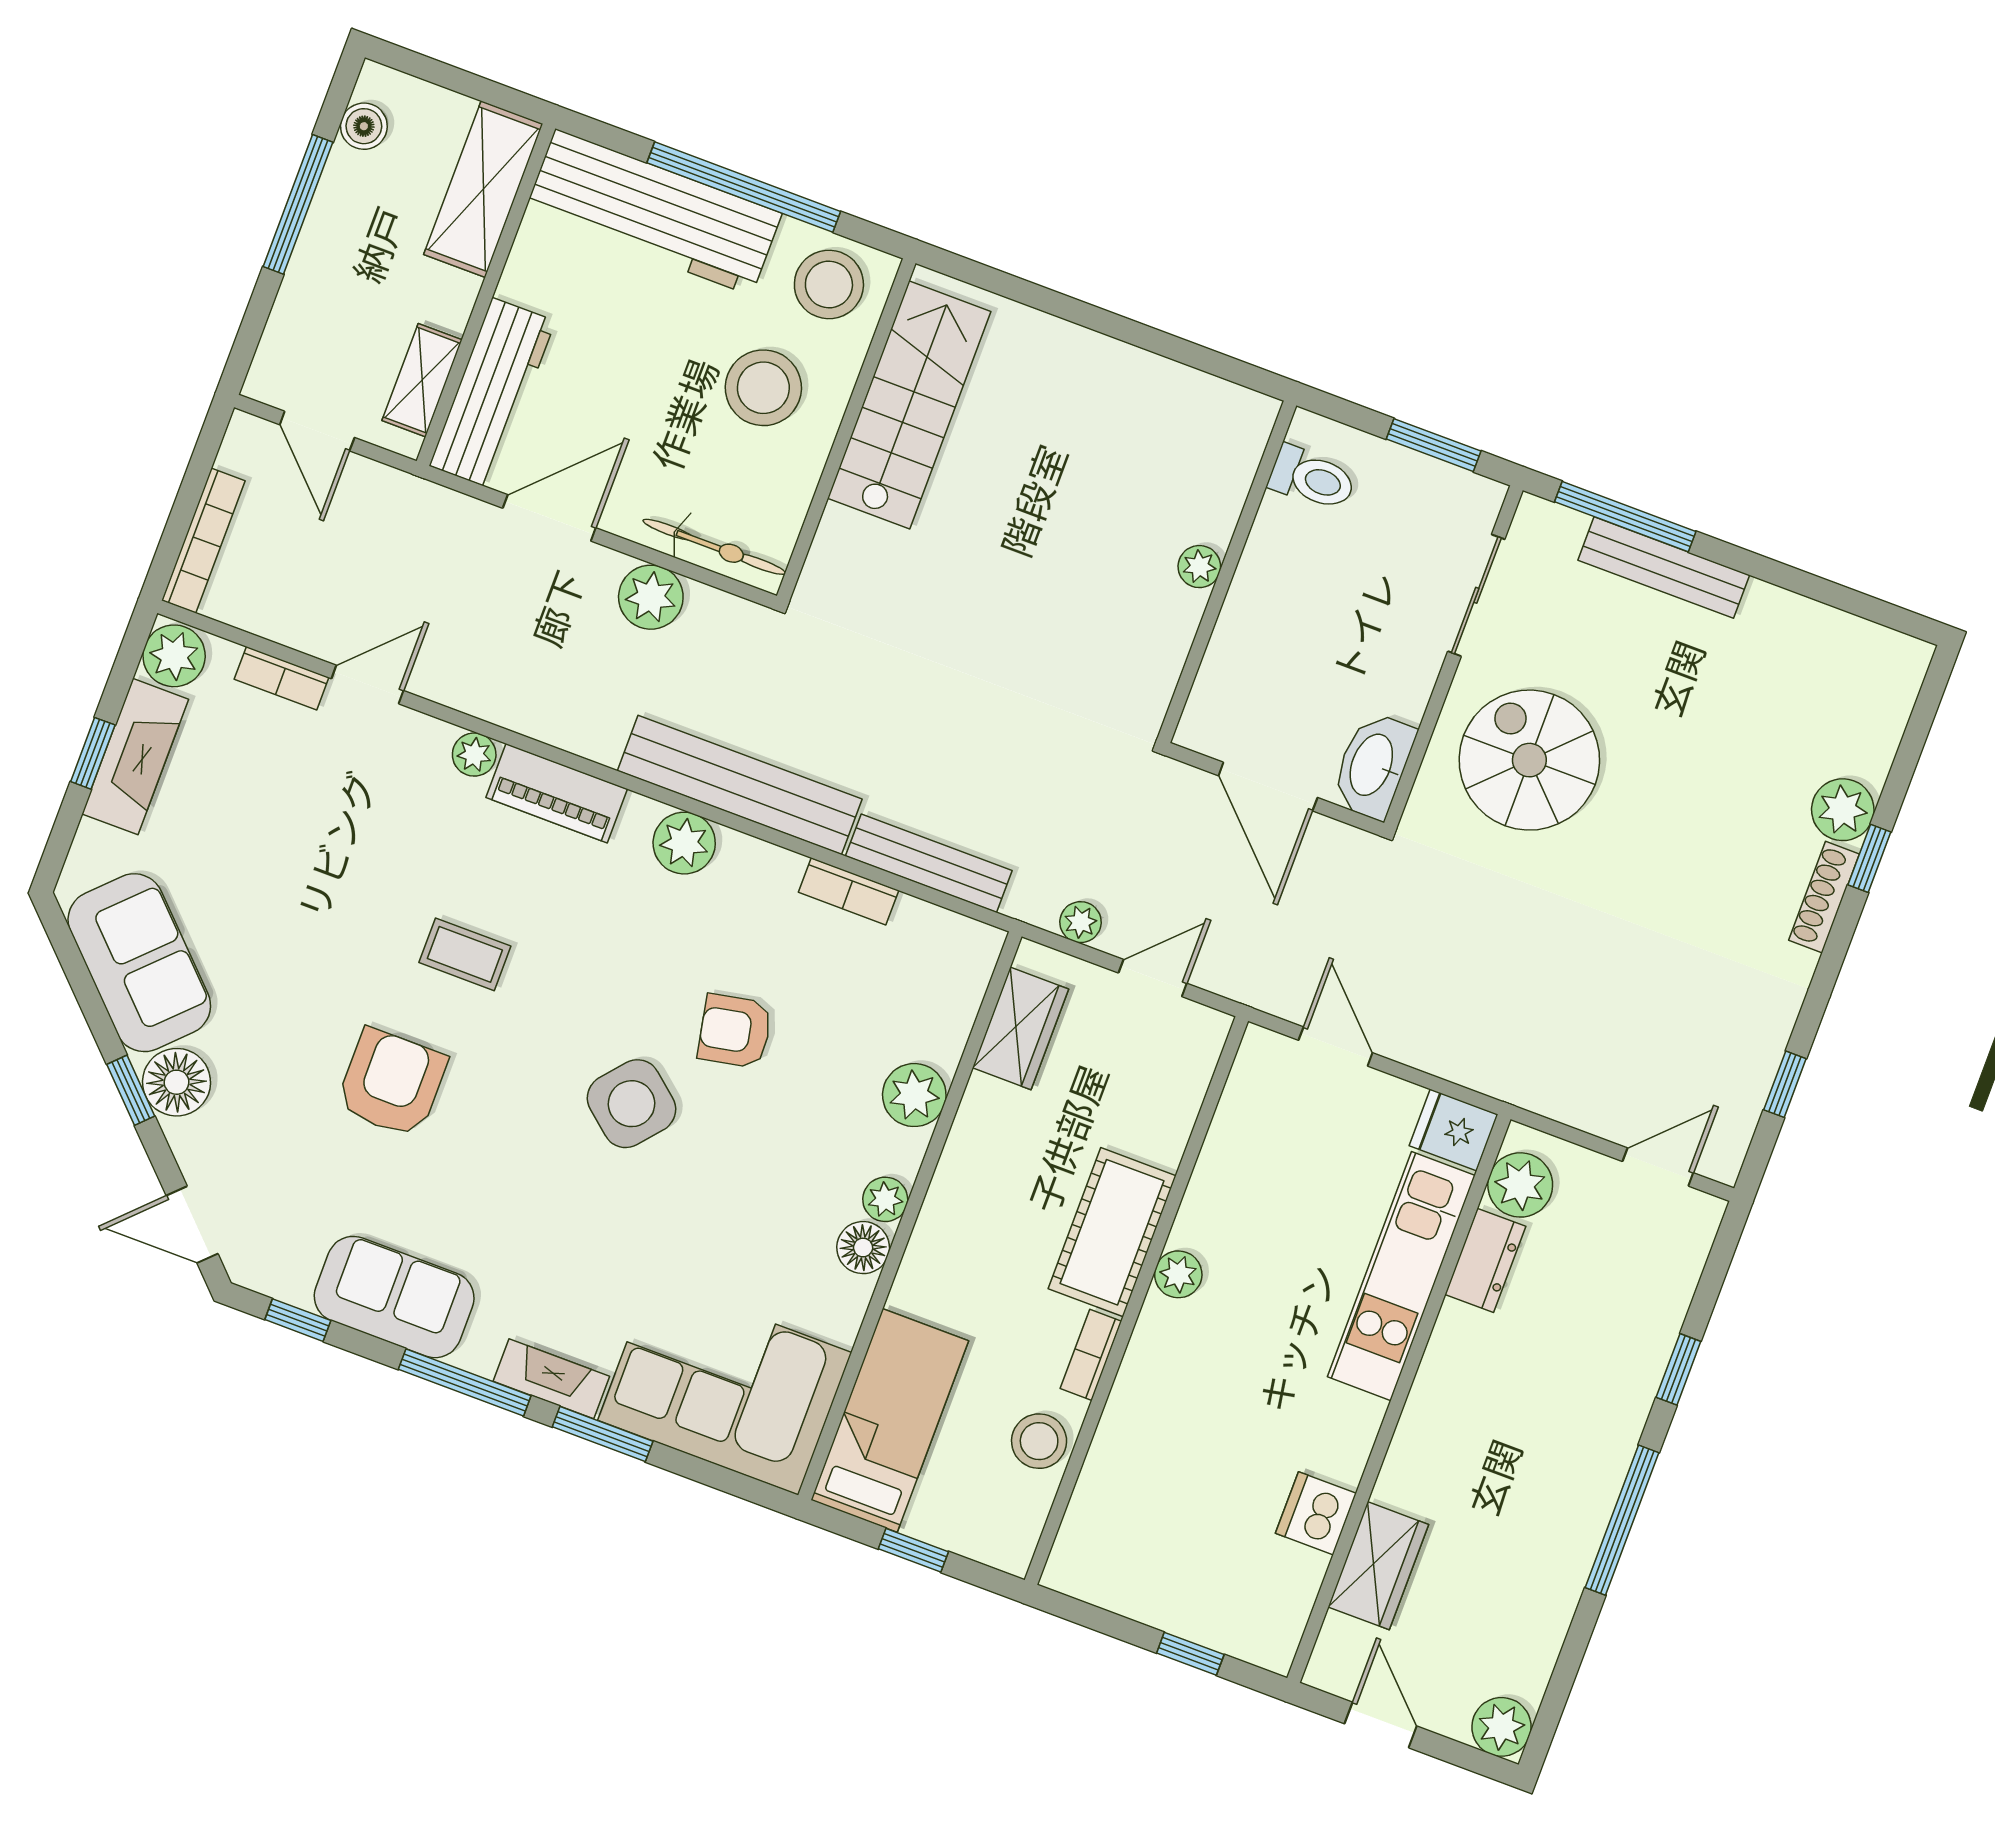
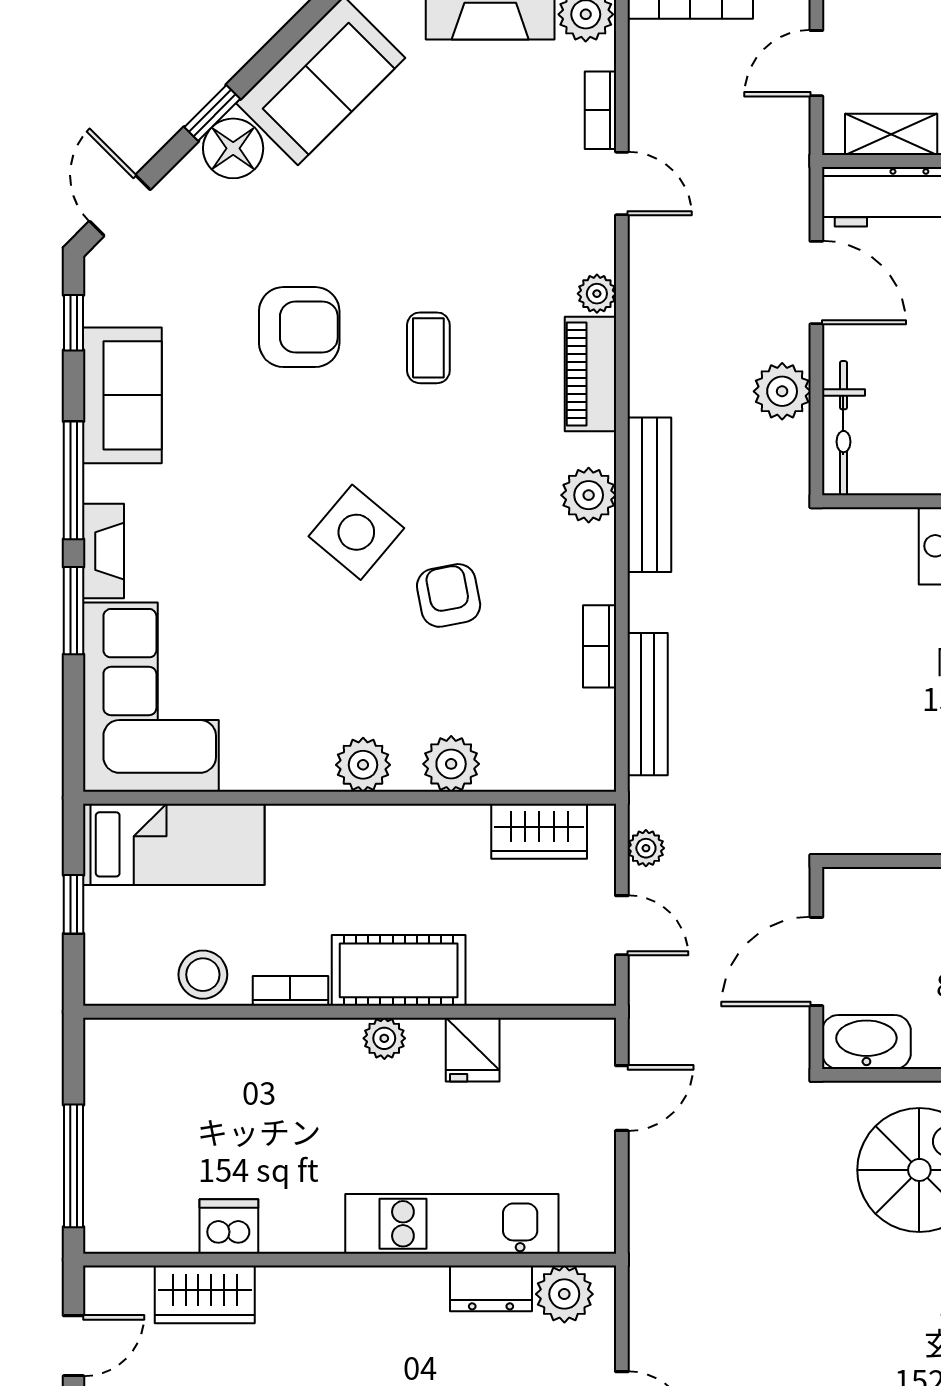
bench: (740, 785) -> (649, 495), width x0.73, depth x0.82
fridge: (1454, 1130) -> (473, 1050), moved, turned 180
plant: (885, 1199) -> (363, 765), width x1.38, depth x1.38
floor lamp: (863, 1248) -> (309, 769), removed
window: (1190, 1654) -> (74, 1166), width x2.17

